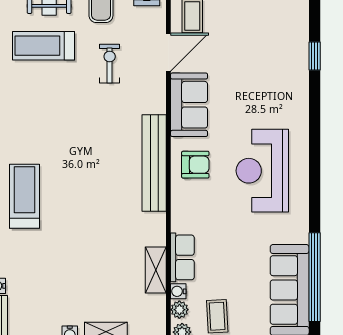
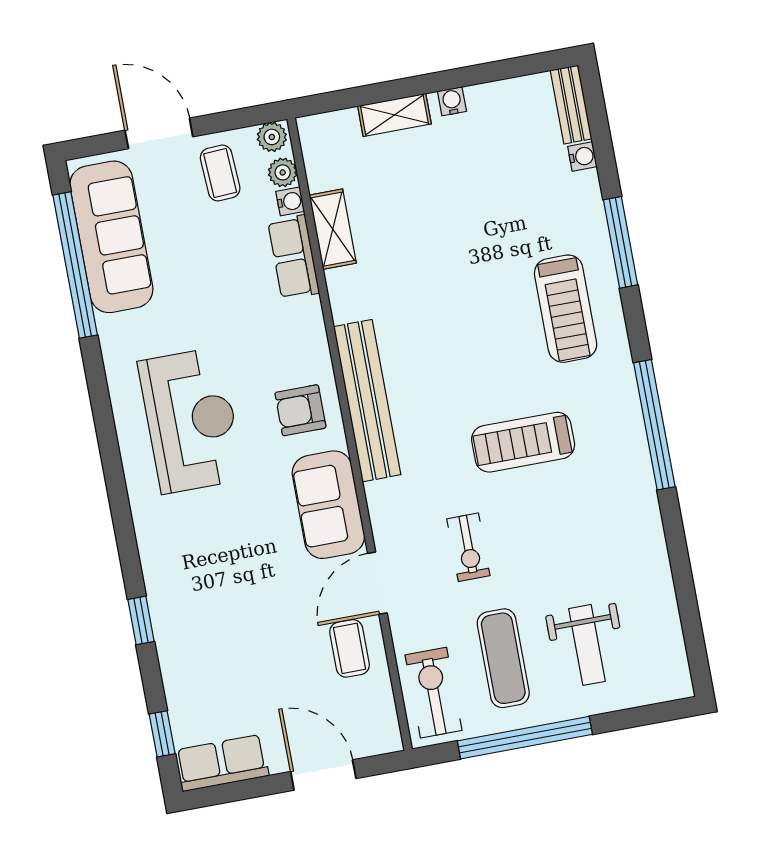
treadmill: (44, 46) -> (523, 442), moved, turned 180

